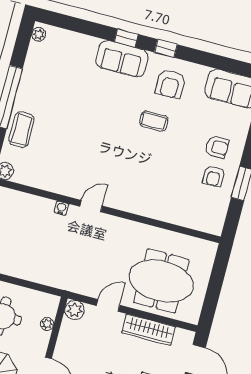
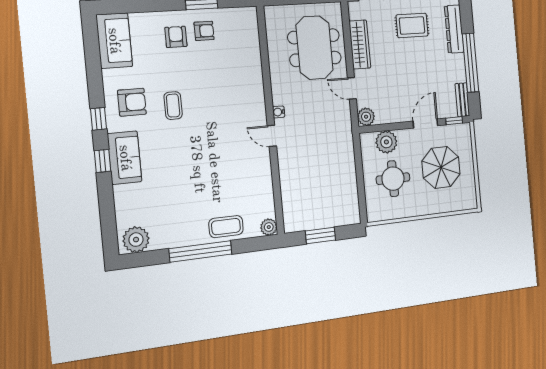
plant: (39, 34) -> (136, 240), width x1.88, depth x1.88
water cooler: (61, 208) -> (279, 112), moved
plant: (47, 324) -> (386, 142), width x1.88, depth x1.88

